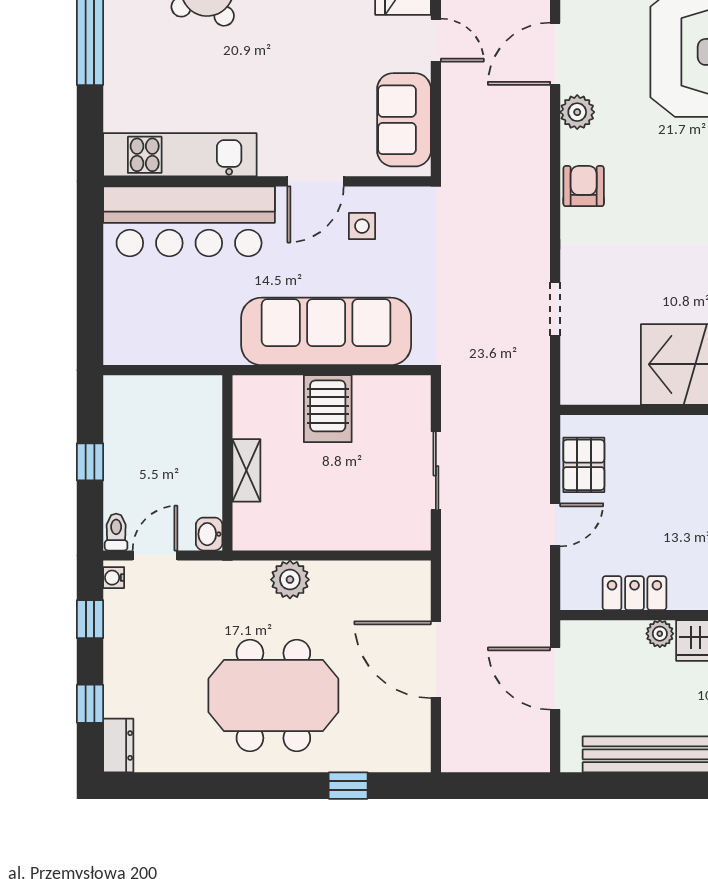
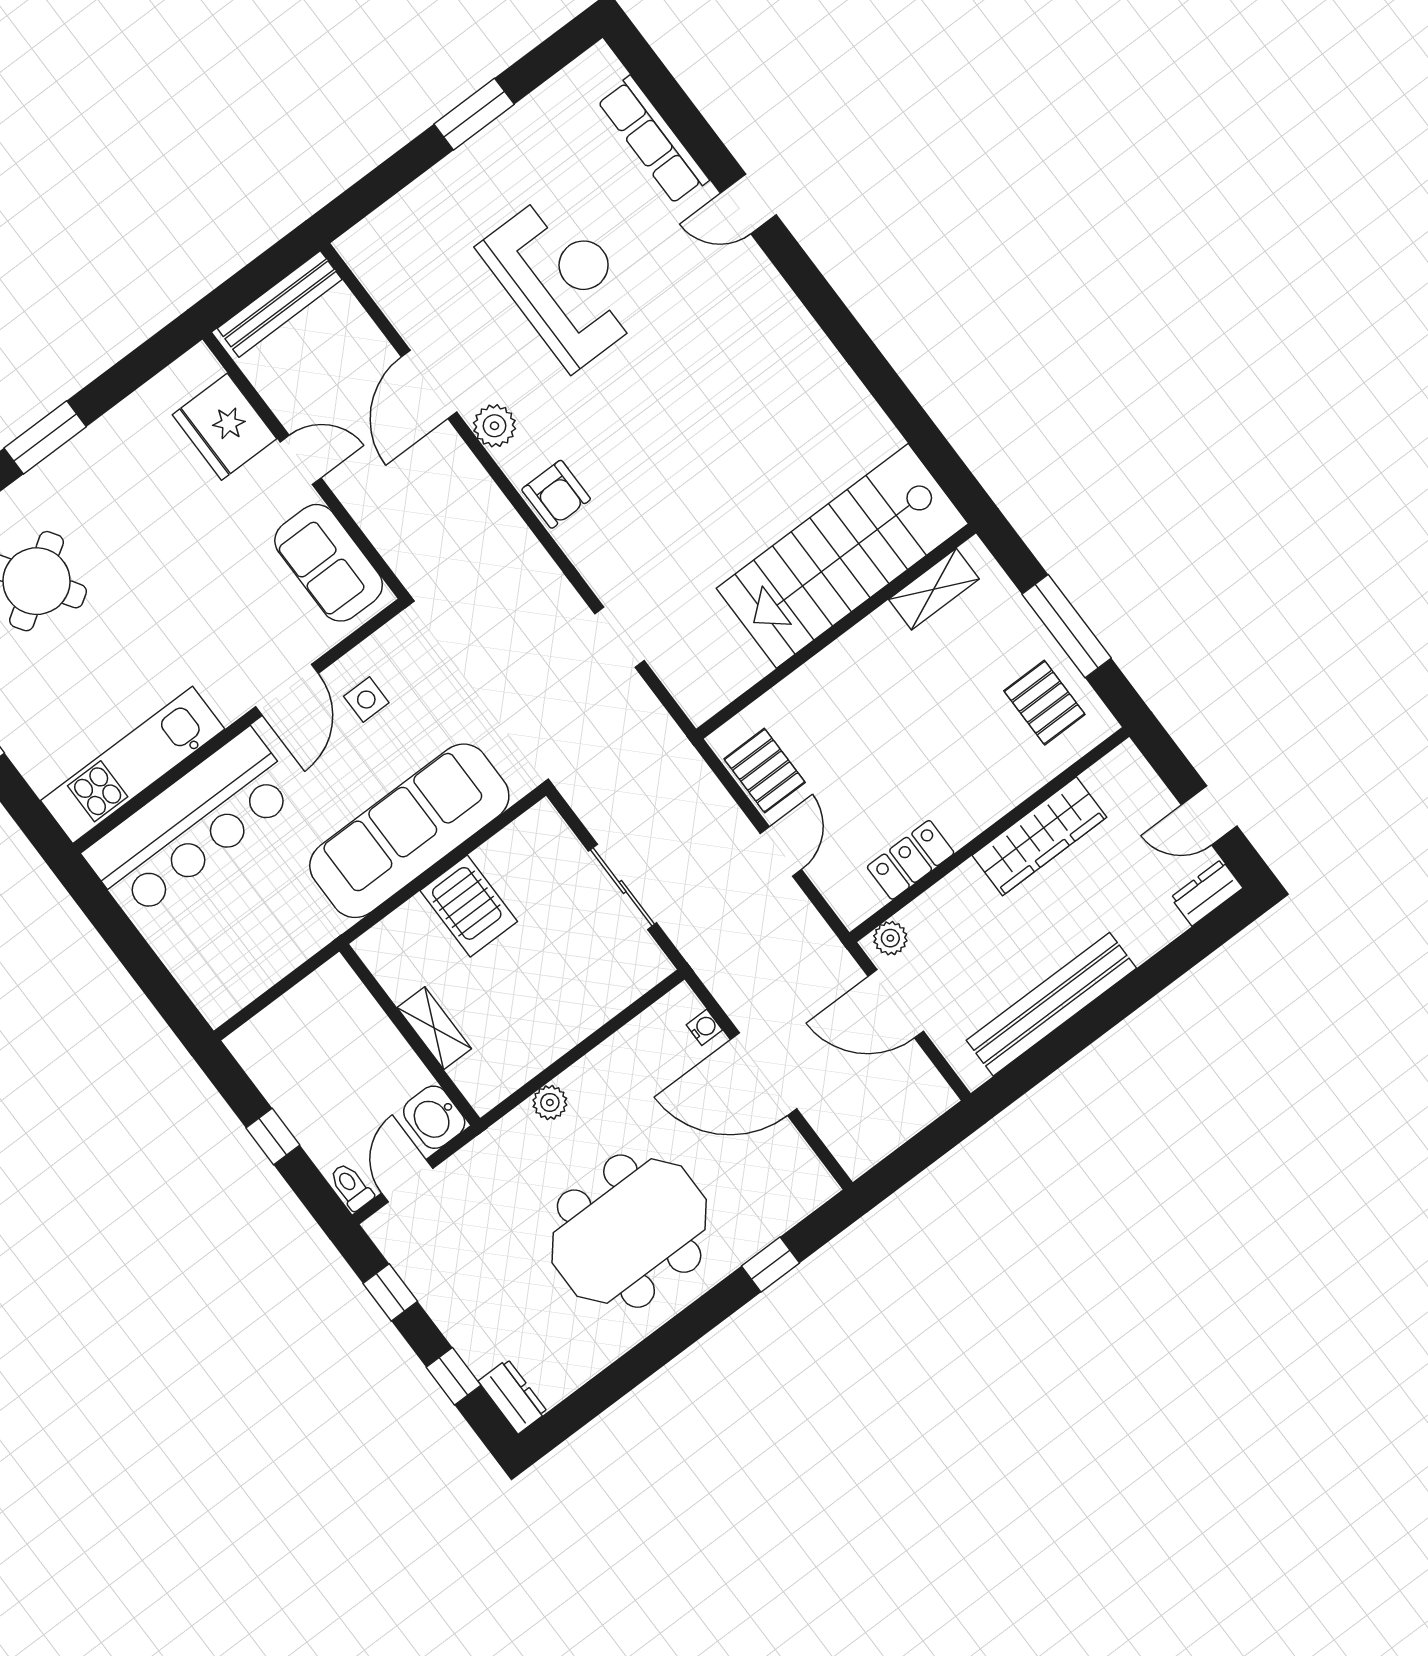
armchair: (584, 186) -> (556, 494), turned 180
washbasin: (209, 534) -> (434, 1117), width x1.38, depth x1.45
water cooler: (114, 578) -> (704, 1027), moved, turned 180
plant: (290, 580) -> (550, 1102), width x0.73, depth x0.73
plant: (660, 634) -> (890, 938), moved

